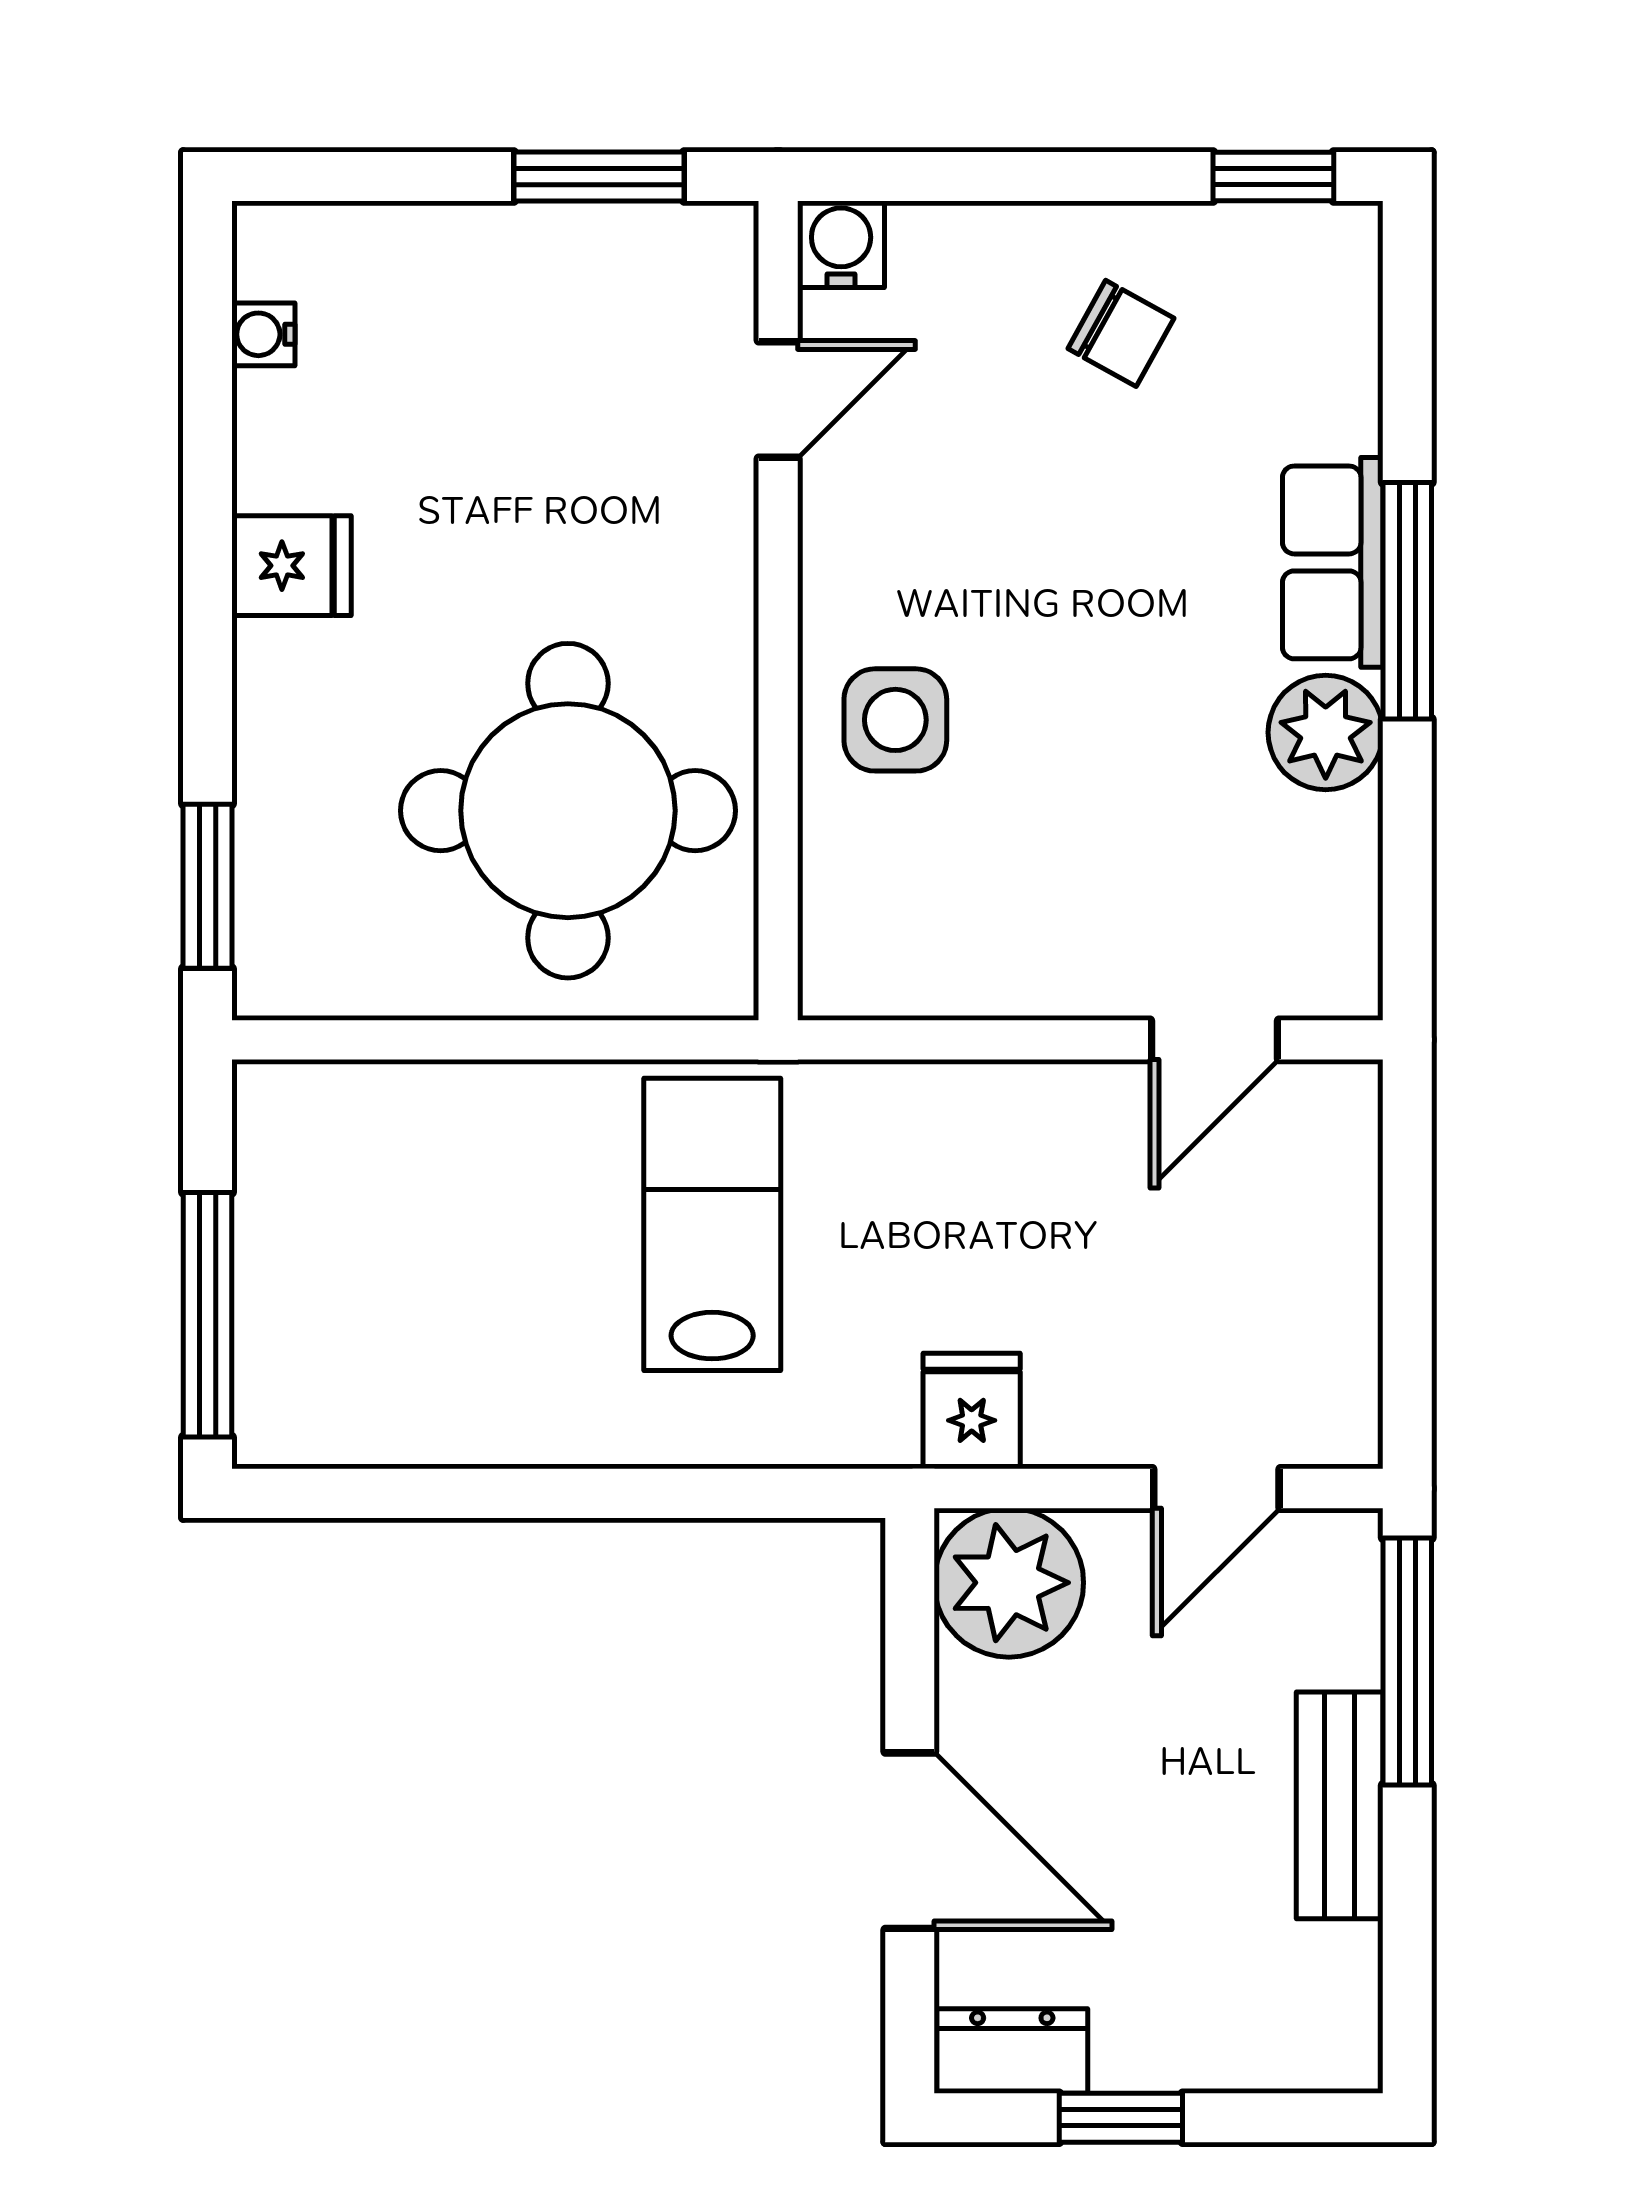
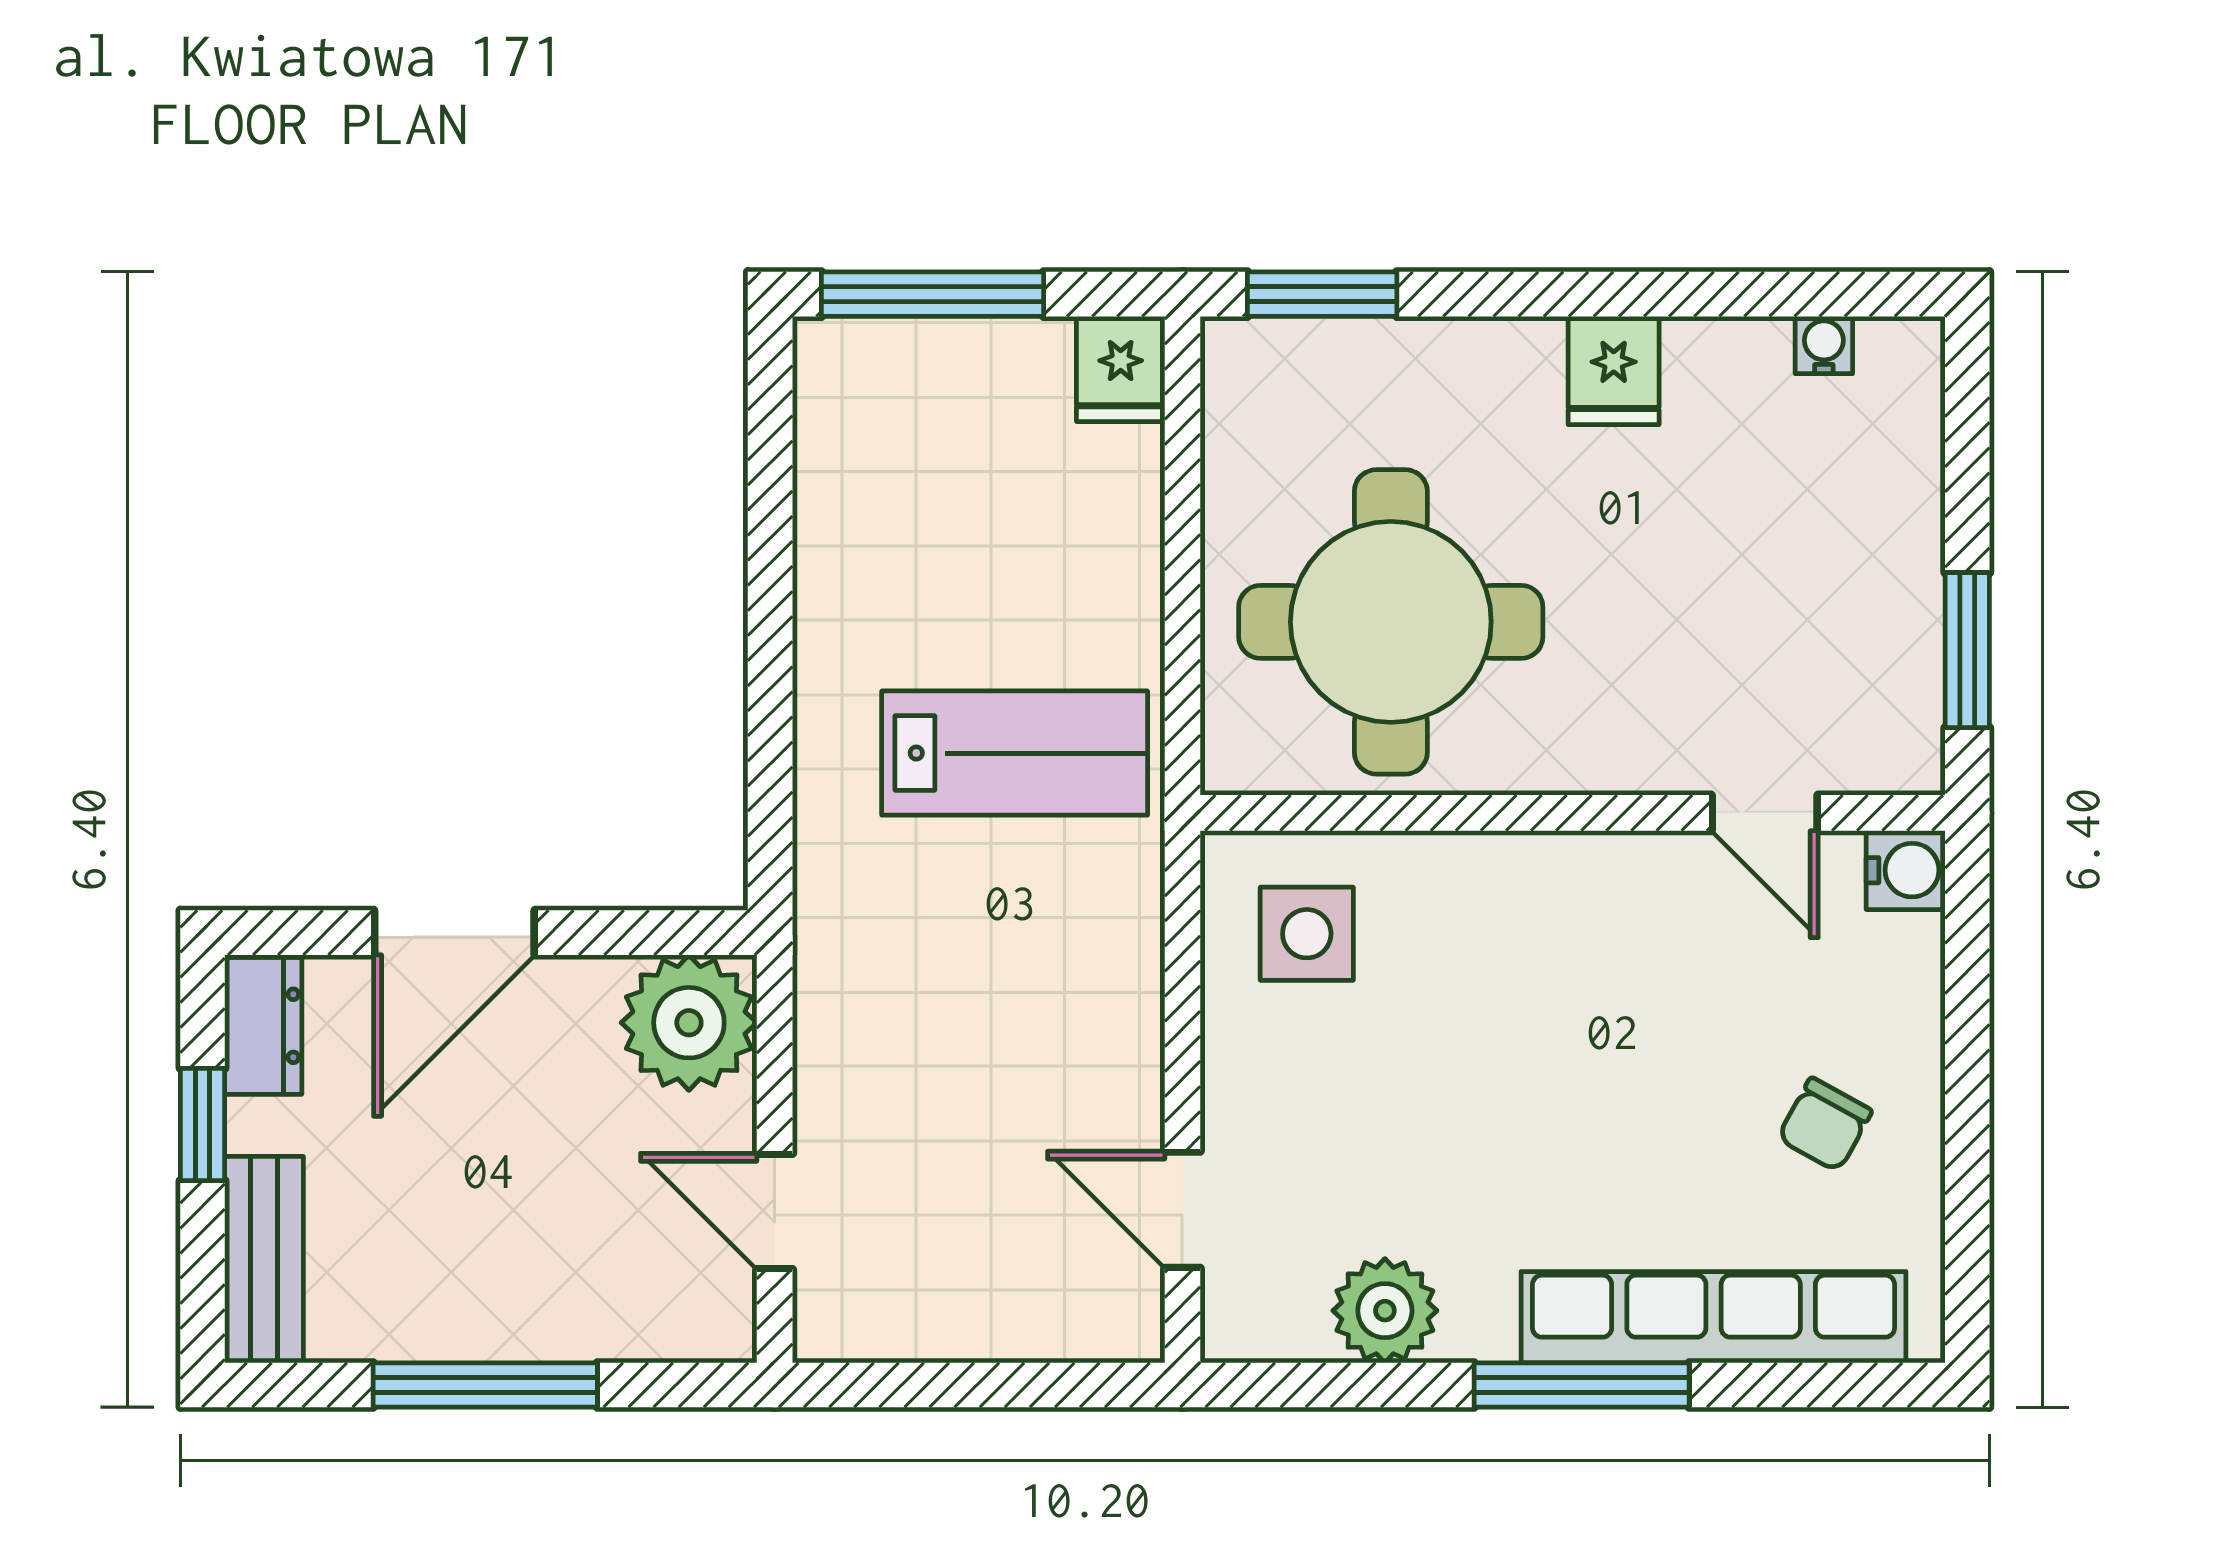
window: (1273, 176) -> (1967, 1263), removed
row of seats: (1333, 562) -> (1714, 1317), width x2.02
side table: (895, 720) -> (1307, 934), moved
plant: (1326, 732) -> (1385, 1311), moved
fridge: (972, 1411) -> (1121, 369), moved, turned 90
window: (1407, 1661) -> (485, 1385), moved
bench: (1340, 1805) -> (264, 1260), moved, turned 90

